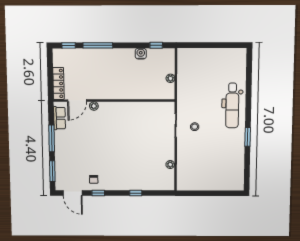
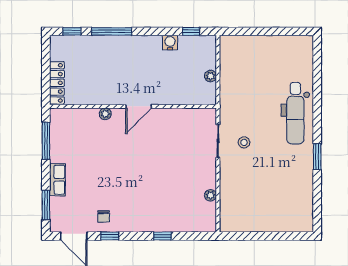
door: (77, 101) -> (139, 106), moved
row of seats: (59, 118) -> (57, 180), moved
window: (52, 138) -> (46, 141), moved

